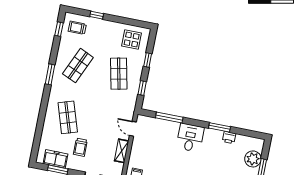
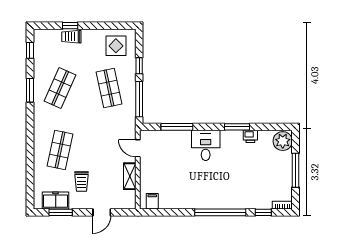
trolley: (77, 28) -> (71, 37), moved
window: (50, 74) -> (30, 90), moved
window: (142, 88) -> (139, 99), width x2.17
shop shelf: (68, 117) -> (60, 150), turned 30
plant: (253, 159) -> (283, 141), moved

